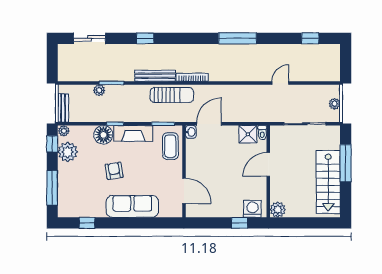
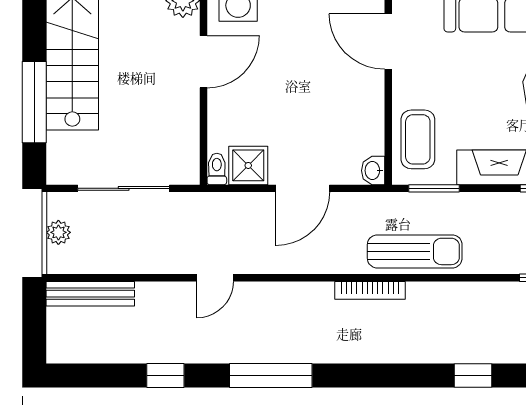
window: (310, 38) -> (165, 375), moved
bench: (155, 76) -> (90, 294), moved
door: (280, 83) -> (215, 278), moved
sun lounger: (172, 95) -> (415, 251), turned 180
door: (209, 124) -> (303, 188), moved
door: (268, 164) -> (203, 62), moved

